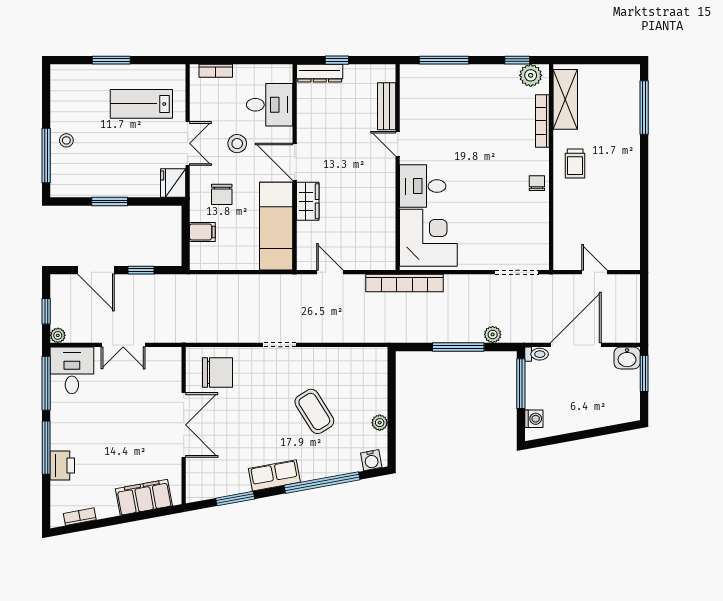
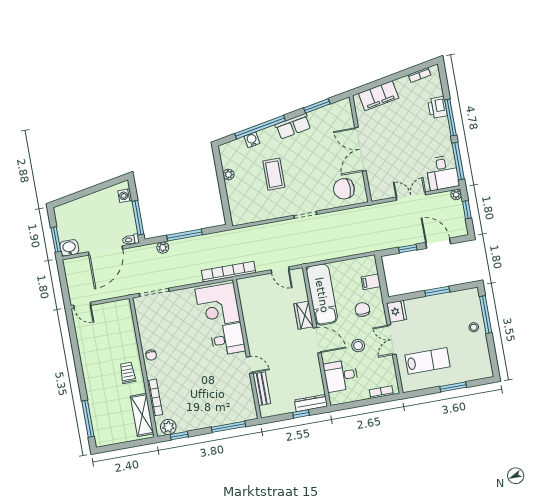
door: (594, 272) -> (82, 305), moved
coffee table: (314, 411) -> (274, 174), turned 32
water cooler: (371, 460) -> (252, 140), moved

